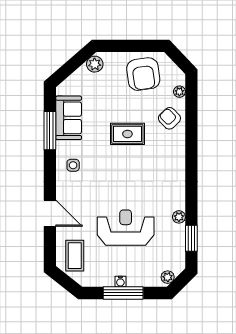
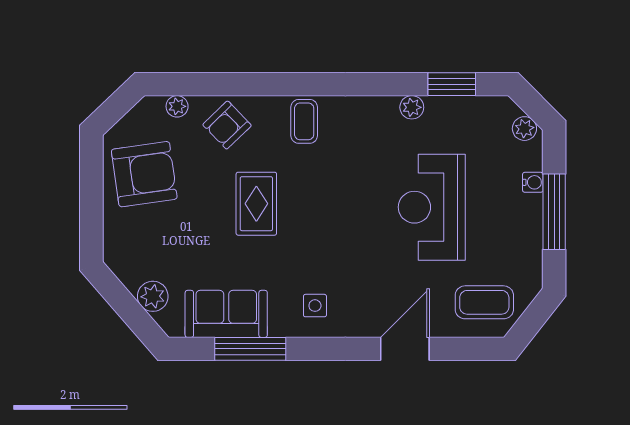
plant: (95, 64) -> (153, 296), moved
coffee table: (171, 159) -> (304, 121), added
water cooler: (120, 282) -> (533, 182), moved

